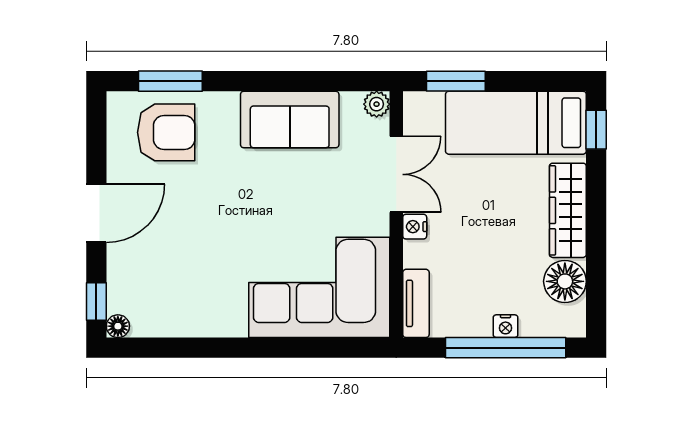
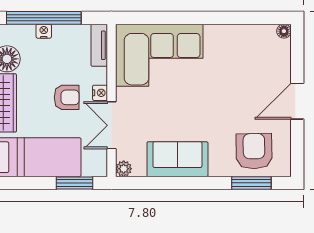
armchair: (166, 132) -> (254, 151), turned 89
armchair: (469, 219) -> (67, 97), added
window: (96, 301) -> (297, 46), removed

